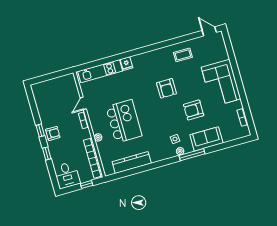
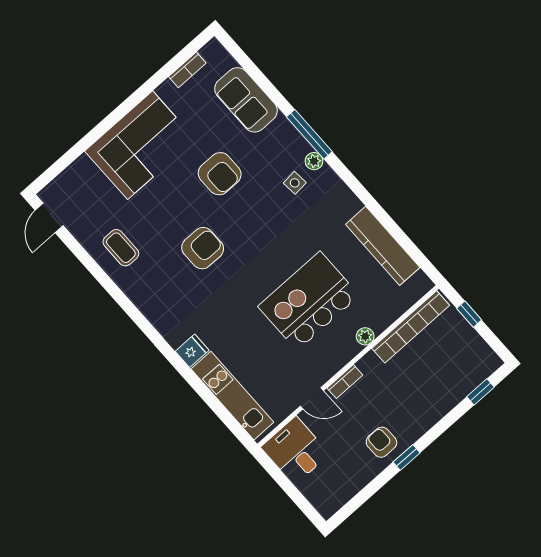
armchair: (53, 133) -> (381, 442), moved
sofa: (206, 139) -> (246, 100), moved
window: (47, 153) -> (480, 392), moved
desk: (67, 175) -> (295, 451), moved, turned -90

